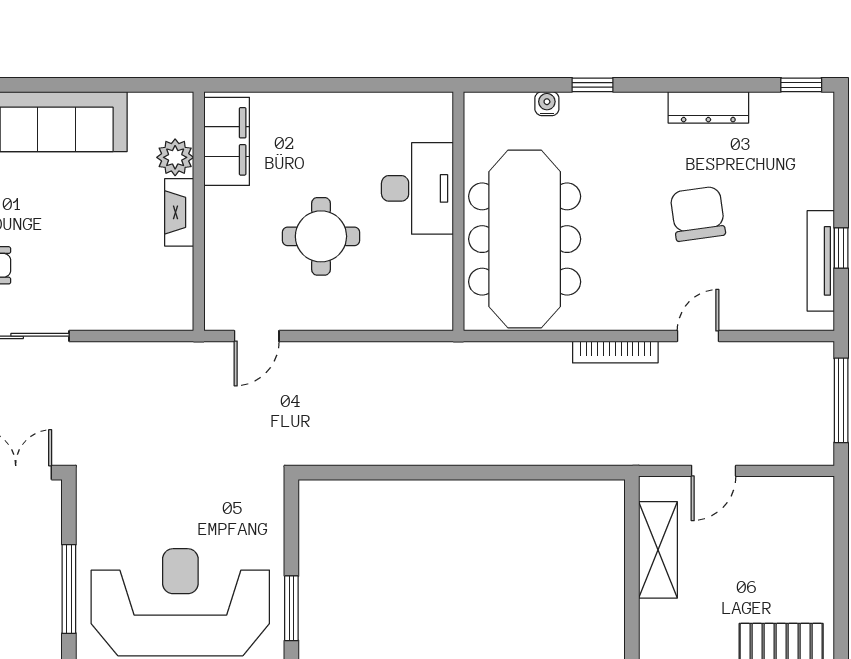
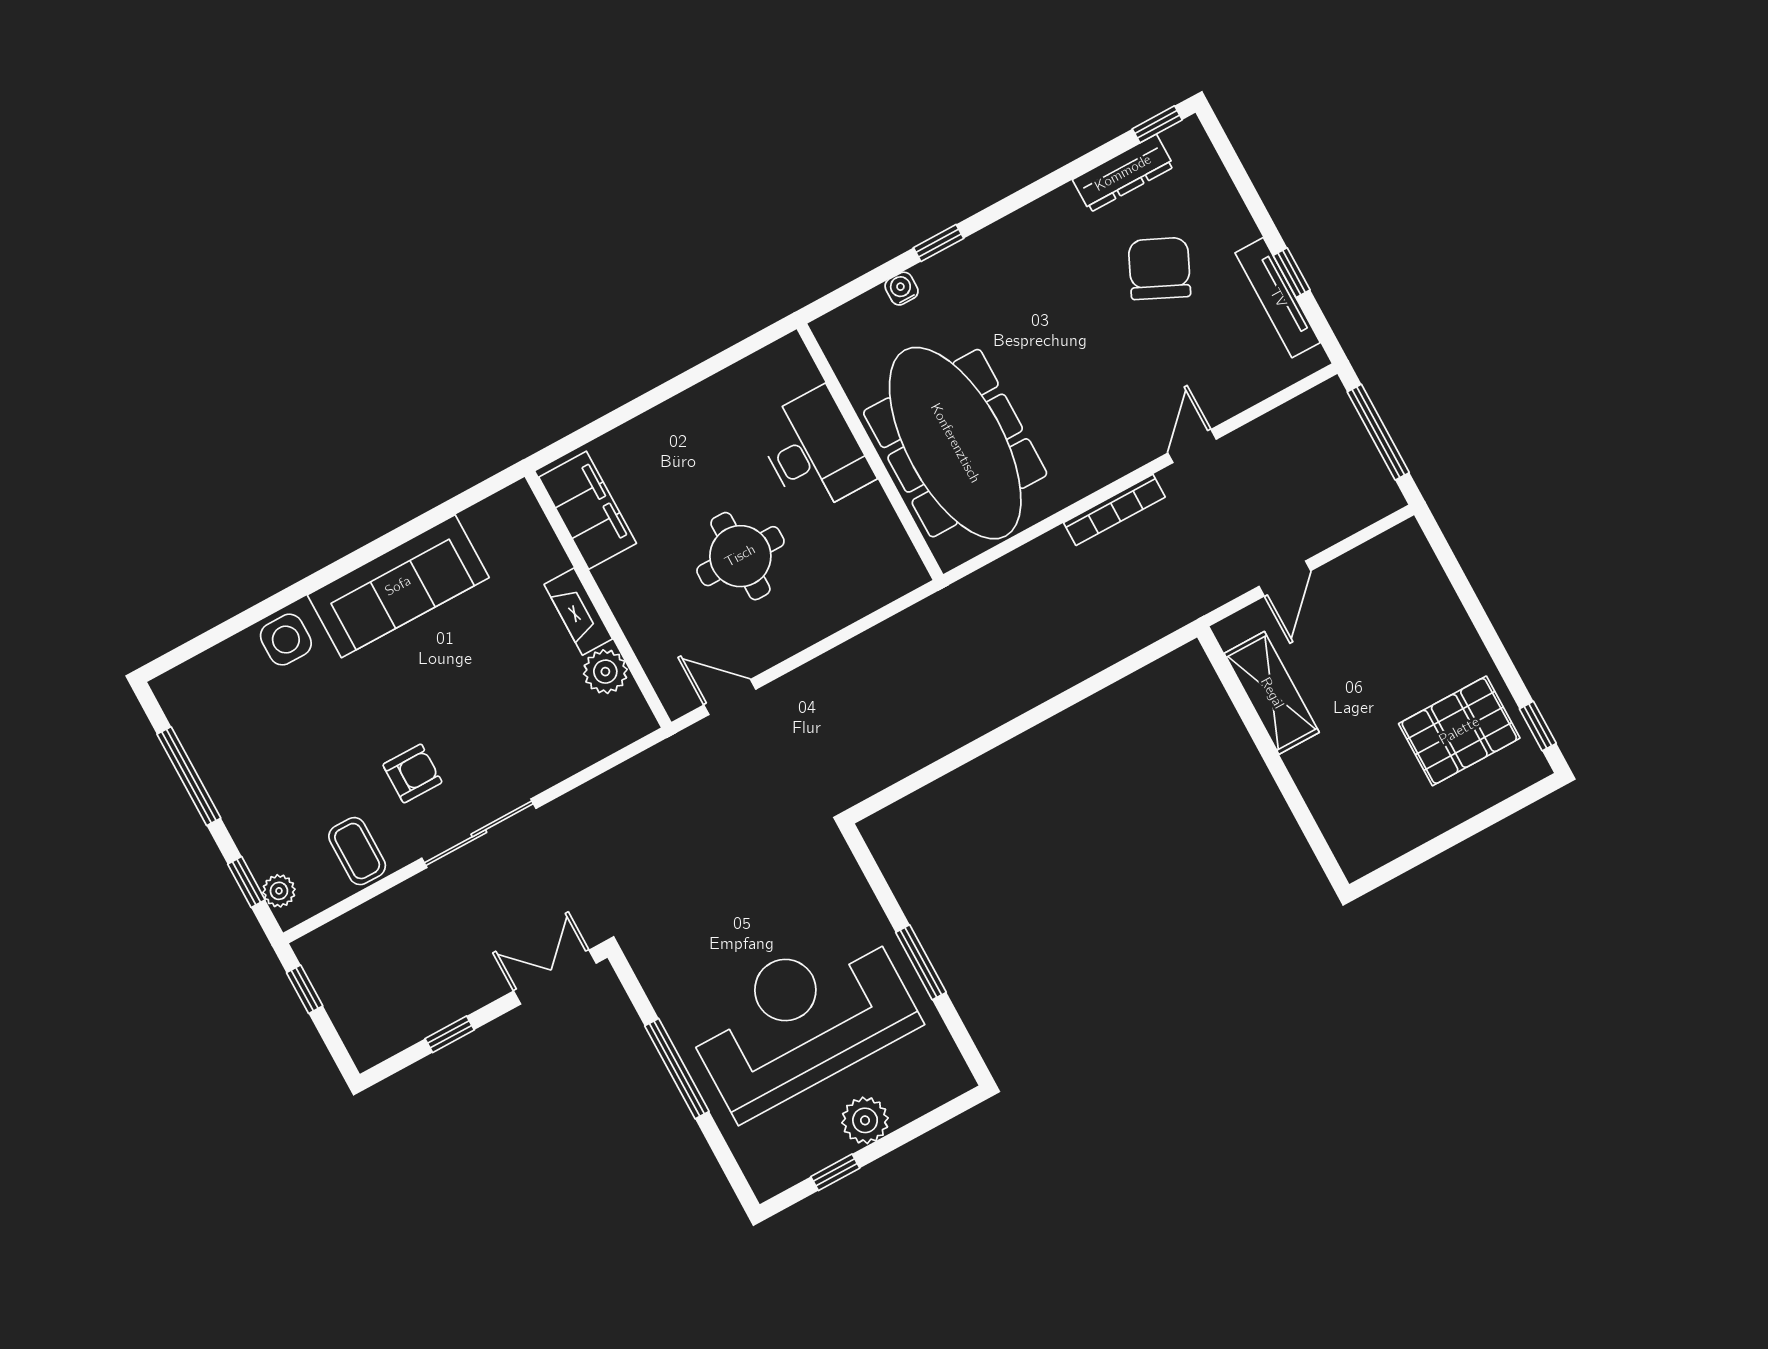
dresser: (708, 107) -> (1123, 173), moved
plant: (175, 157) -> (605, 672), moved
chair: (698, 214) -> (1159, 268), moved, turned 33
door: (257, 336) -> (730, 697), swing flipped

